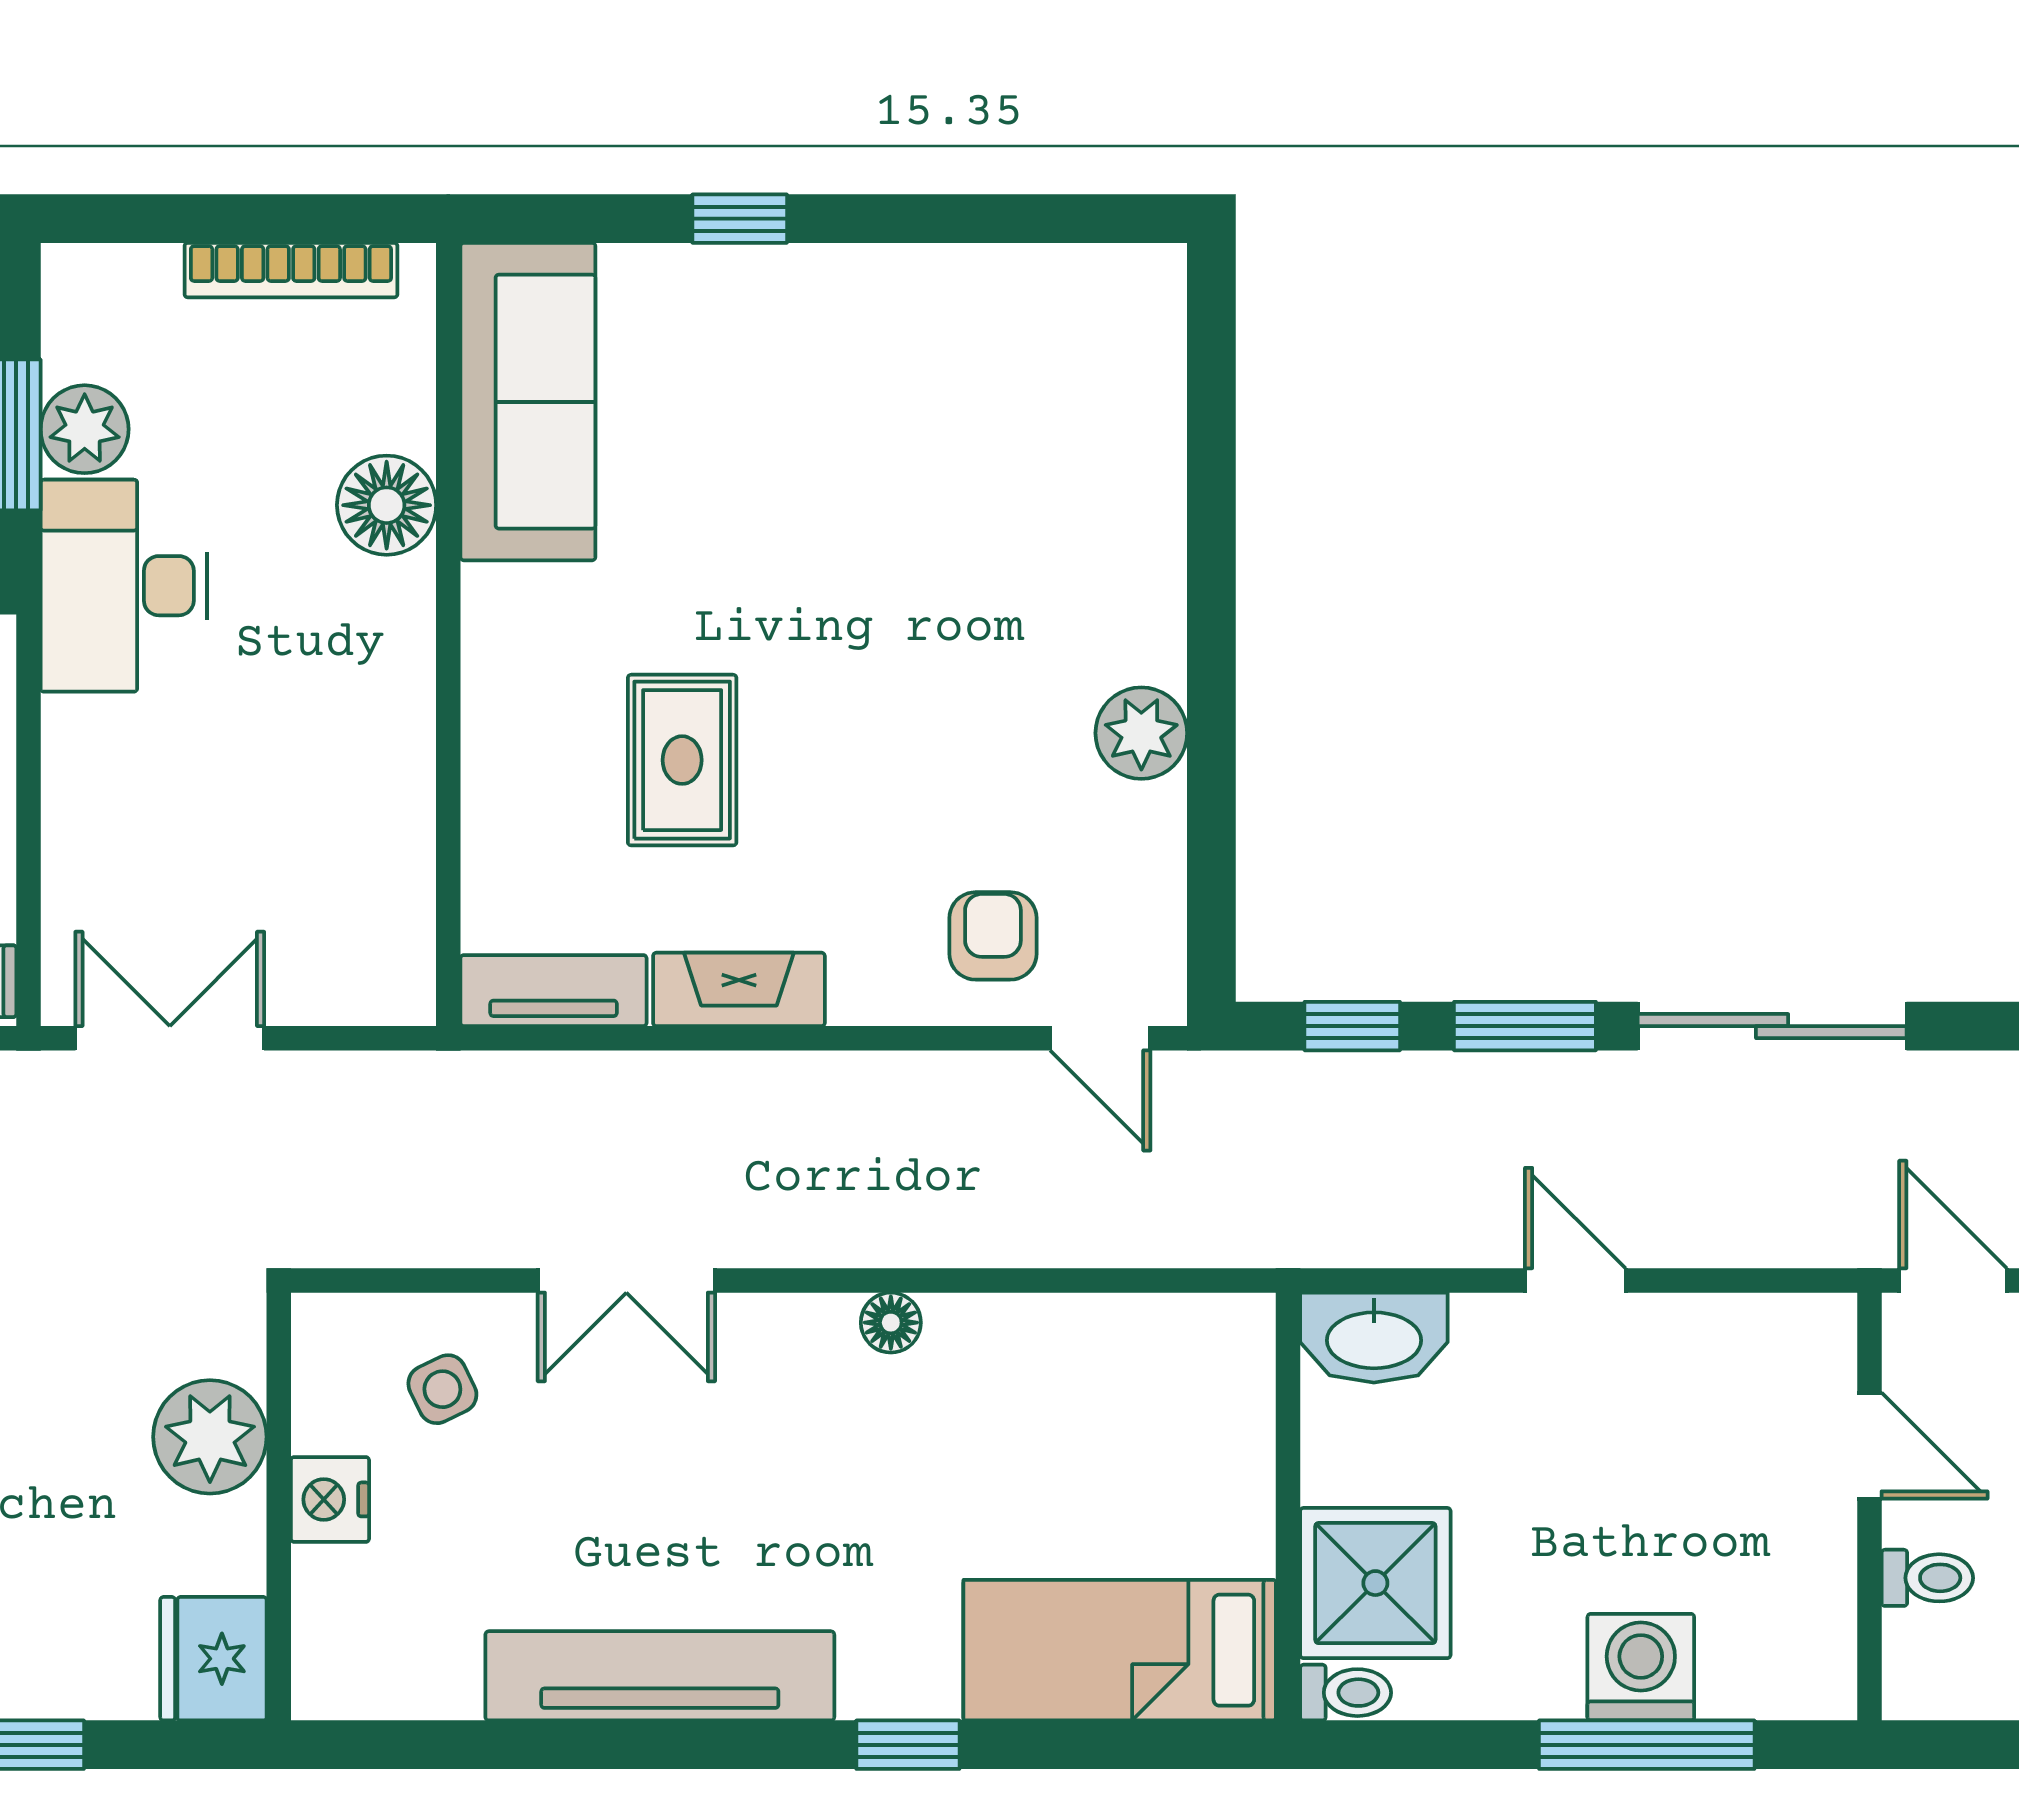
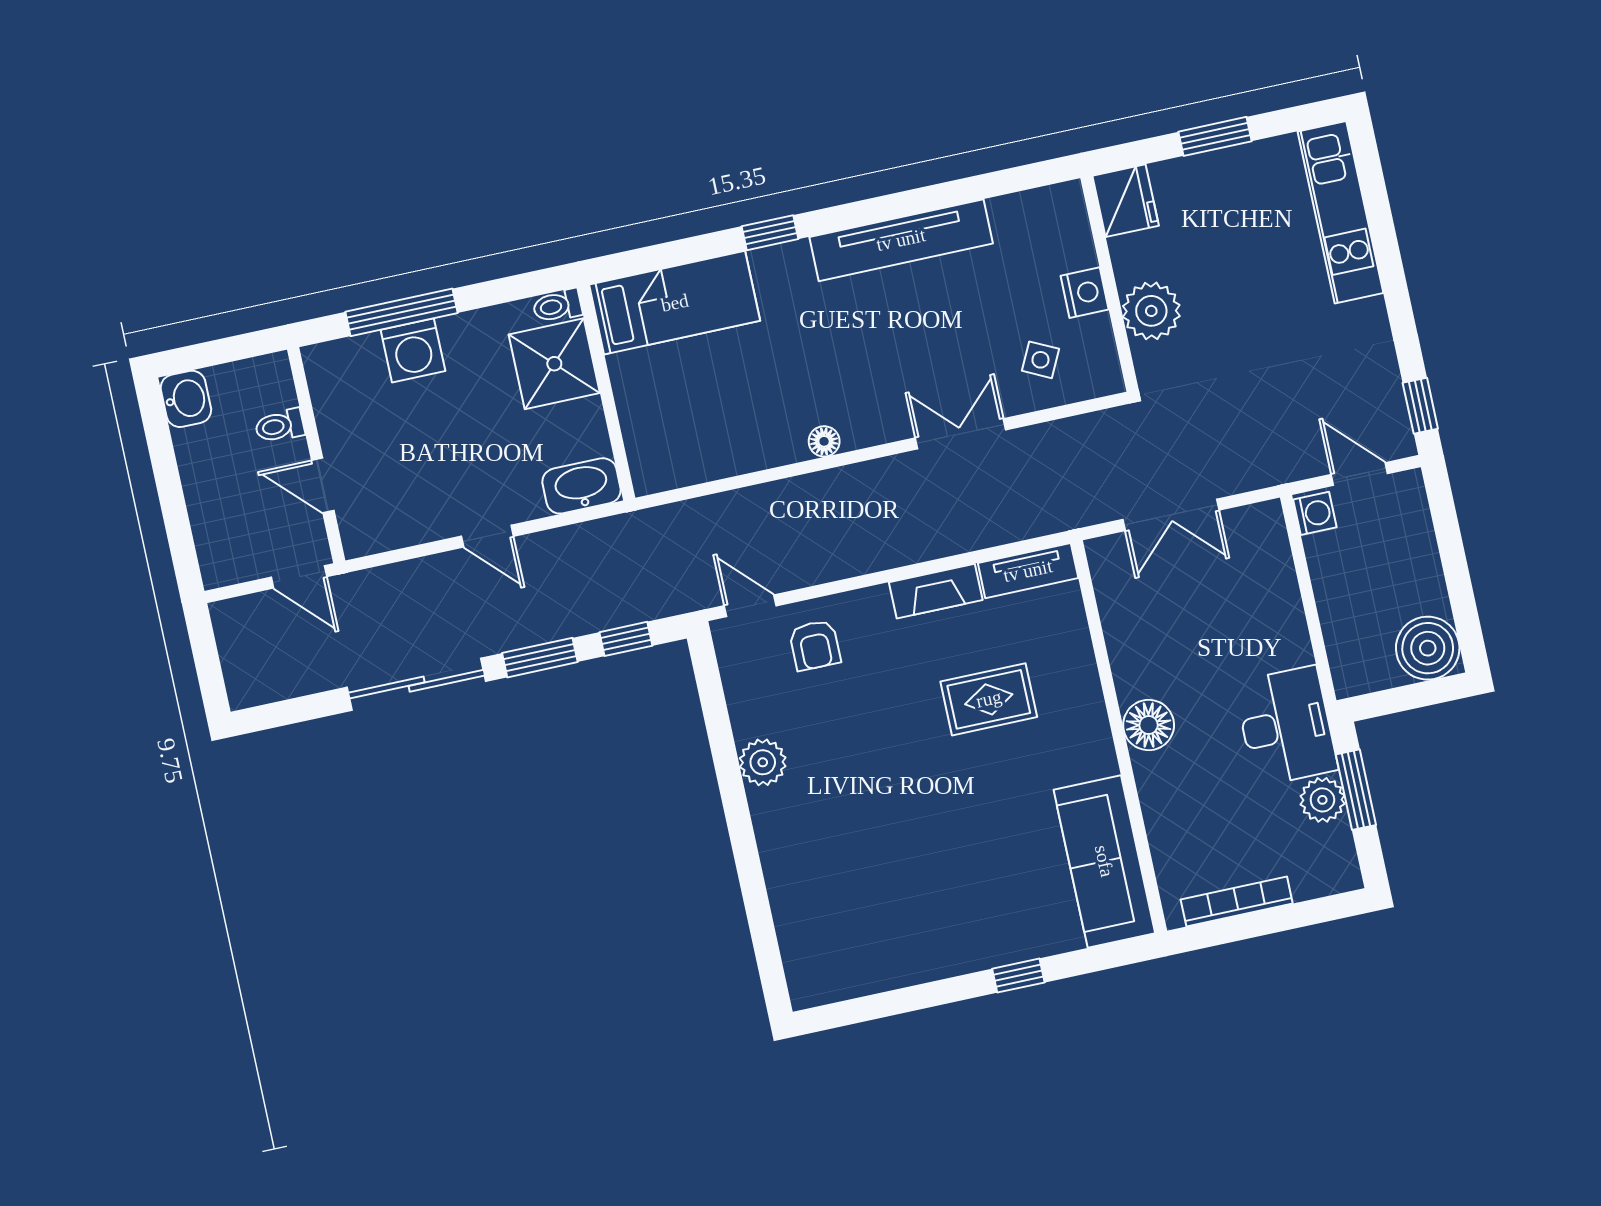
floor lamp: (387, 505) -> (1149, 725), moved
rug: (682, 760) -> (989, 699), turned 90
double door: (170, 1038) -> (1171, 515), moved
side table: (442, 1389) -> (1040, 360), turned -38

